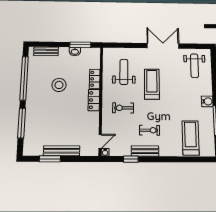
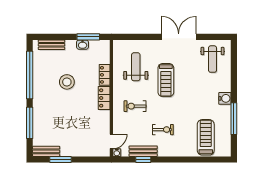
treadmill: (152, 84) -> (166, 80), turned 180
bench: (62, 151) -> (46, 151), moved, width x0.73
bench: (145, 151) -> (143, 151), moved

